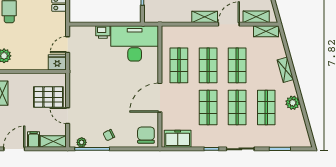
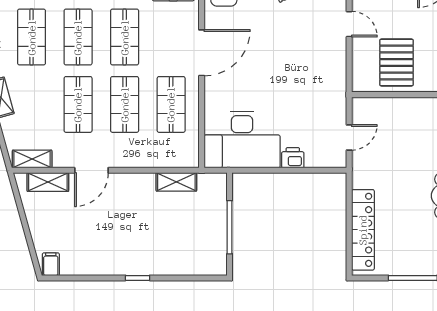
shelving: (205, 17) -> (176, 182), moved
fridge: (57, 62) -> (366, 109), removed
pallet: (48, 97) -> (396, 62), moved, turned 90

